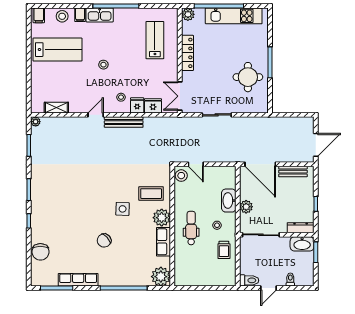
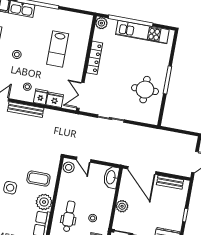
lab bench: (155, 40) -> (58, 49), moved, turned 180
washbasin: (229, 201) -> (111, 177), moved

